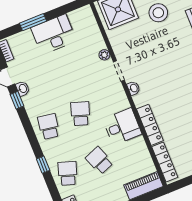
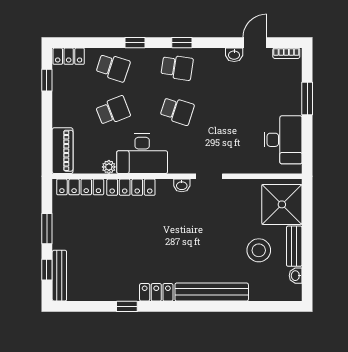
desk: (54, 34) -> (283, 140), moved
plant: (104, 55) -> (109, 167), moved
window: (17, 100) -> (182, 43), moved
desk: (122, 127) -> (142, 154), width x1.37

